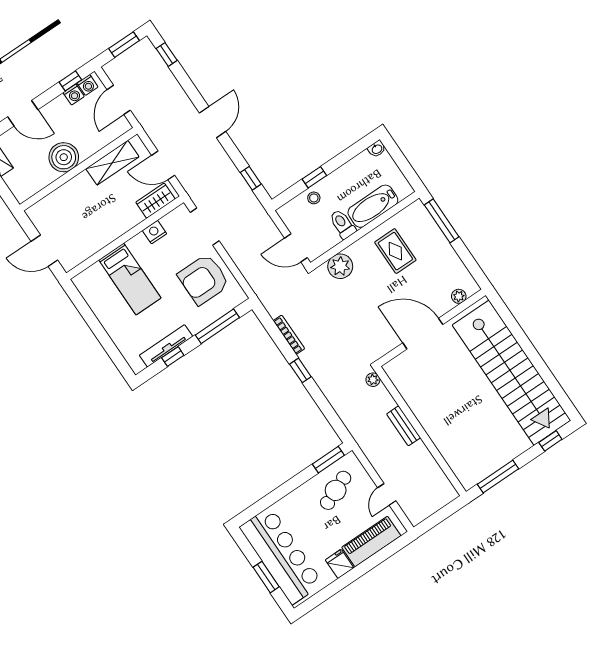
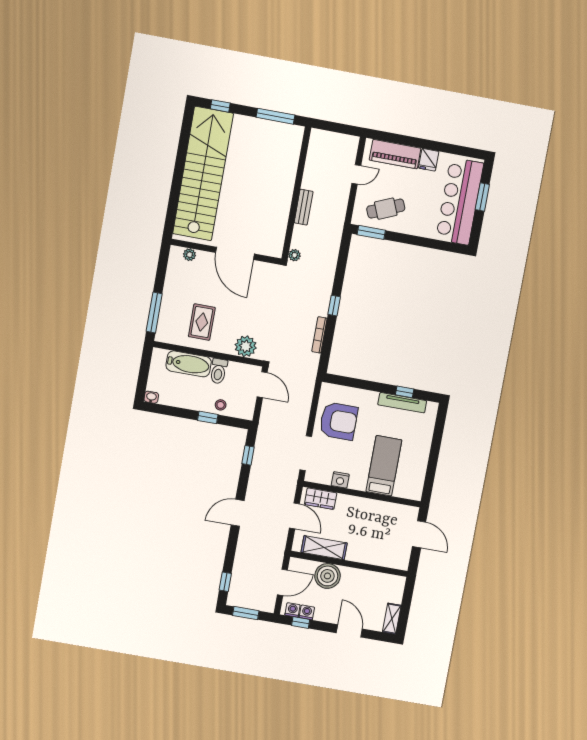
boiler: (64, 157) -> (327, 576), moved
window: (217, 326) -> (359, 384), removed

